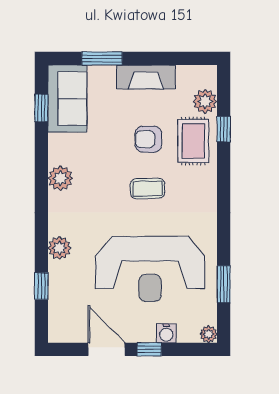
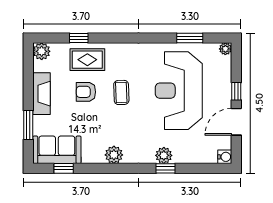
plant: (205, 101) -> (42, 51), moved
armchair: (148, 139) -> (86, 92), turned 90
reception desk: (150, 269) -> (179, 91), turned 180
window: (41, 286) -> (165, 168), moved
water cooler: (166, 333) -> (225, 157), moved

